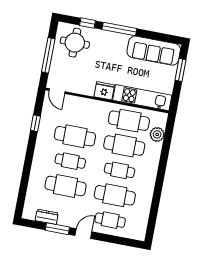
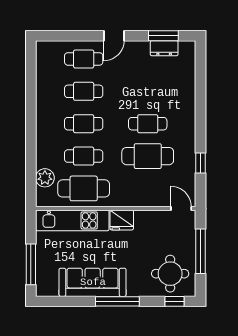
window: (88, 23) -> (175, 301), moved
sofa: (154, 51) -> (93, 282), moved
window: (180, 70) -> (31, 264), width x1.44
cafe table: (124, 146) -> (84, 156), width x0.73, depth x0.74
cafe table: (66, 186) -> (148, 91), removed
cafe table: (115, 195) -> (84, 91), width x0.73, depth x0.74
window: (57, 229) -> (163, 36), moved

